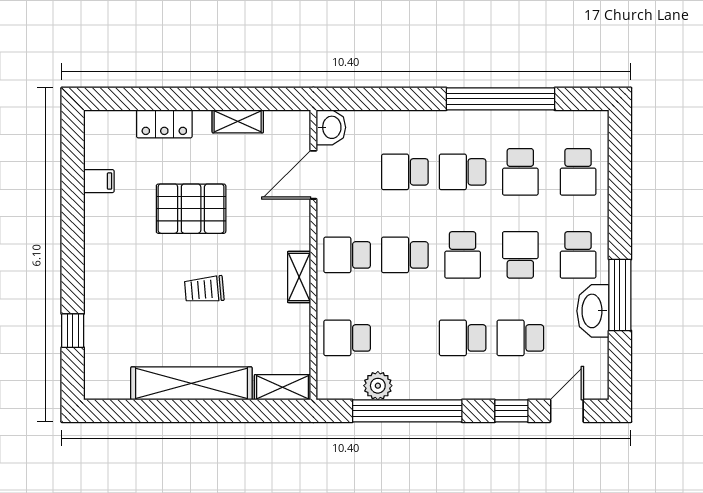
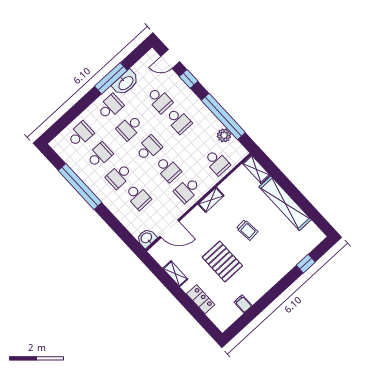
school desk: (463, 172) -> (119, 176), turned 90
school desk: (347, 255) -> (187, 190), turned 90

